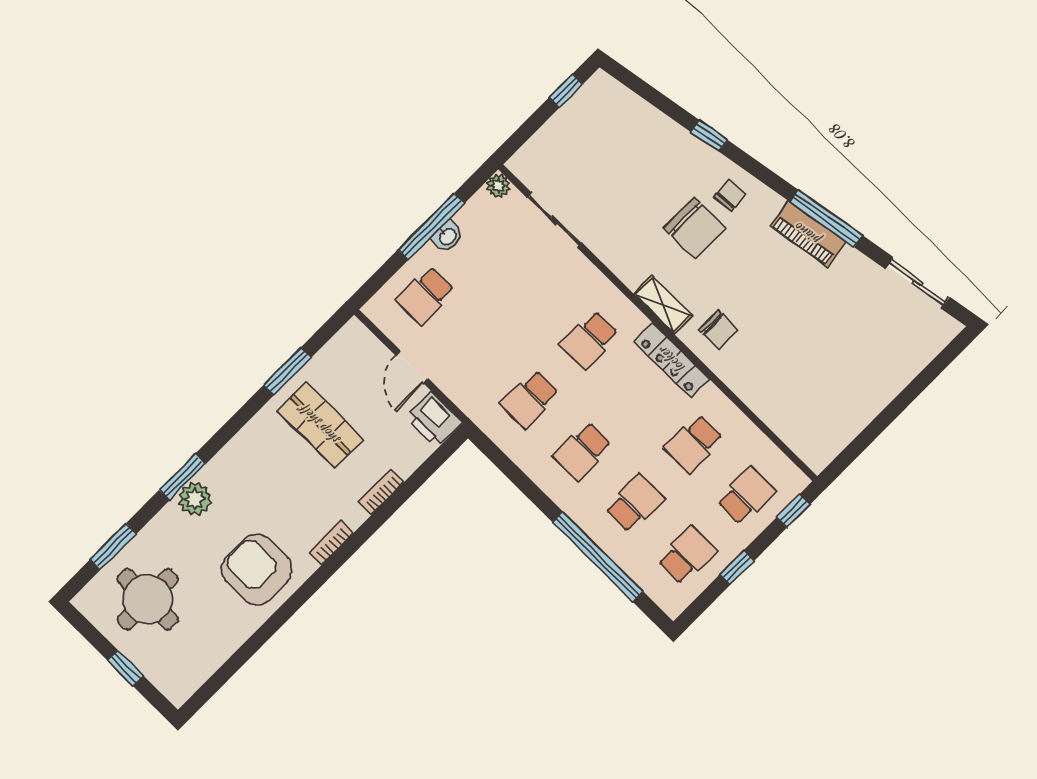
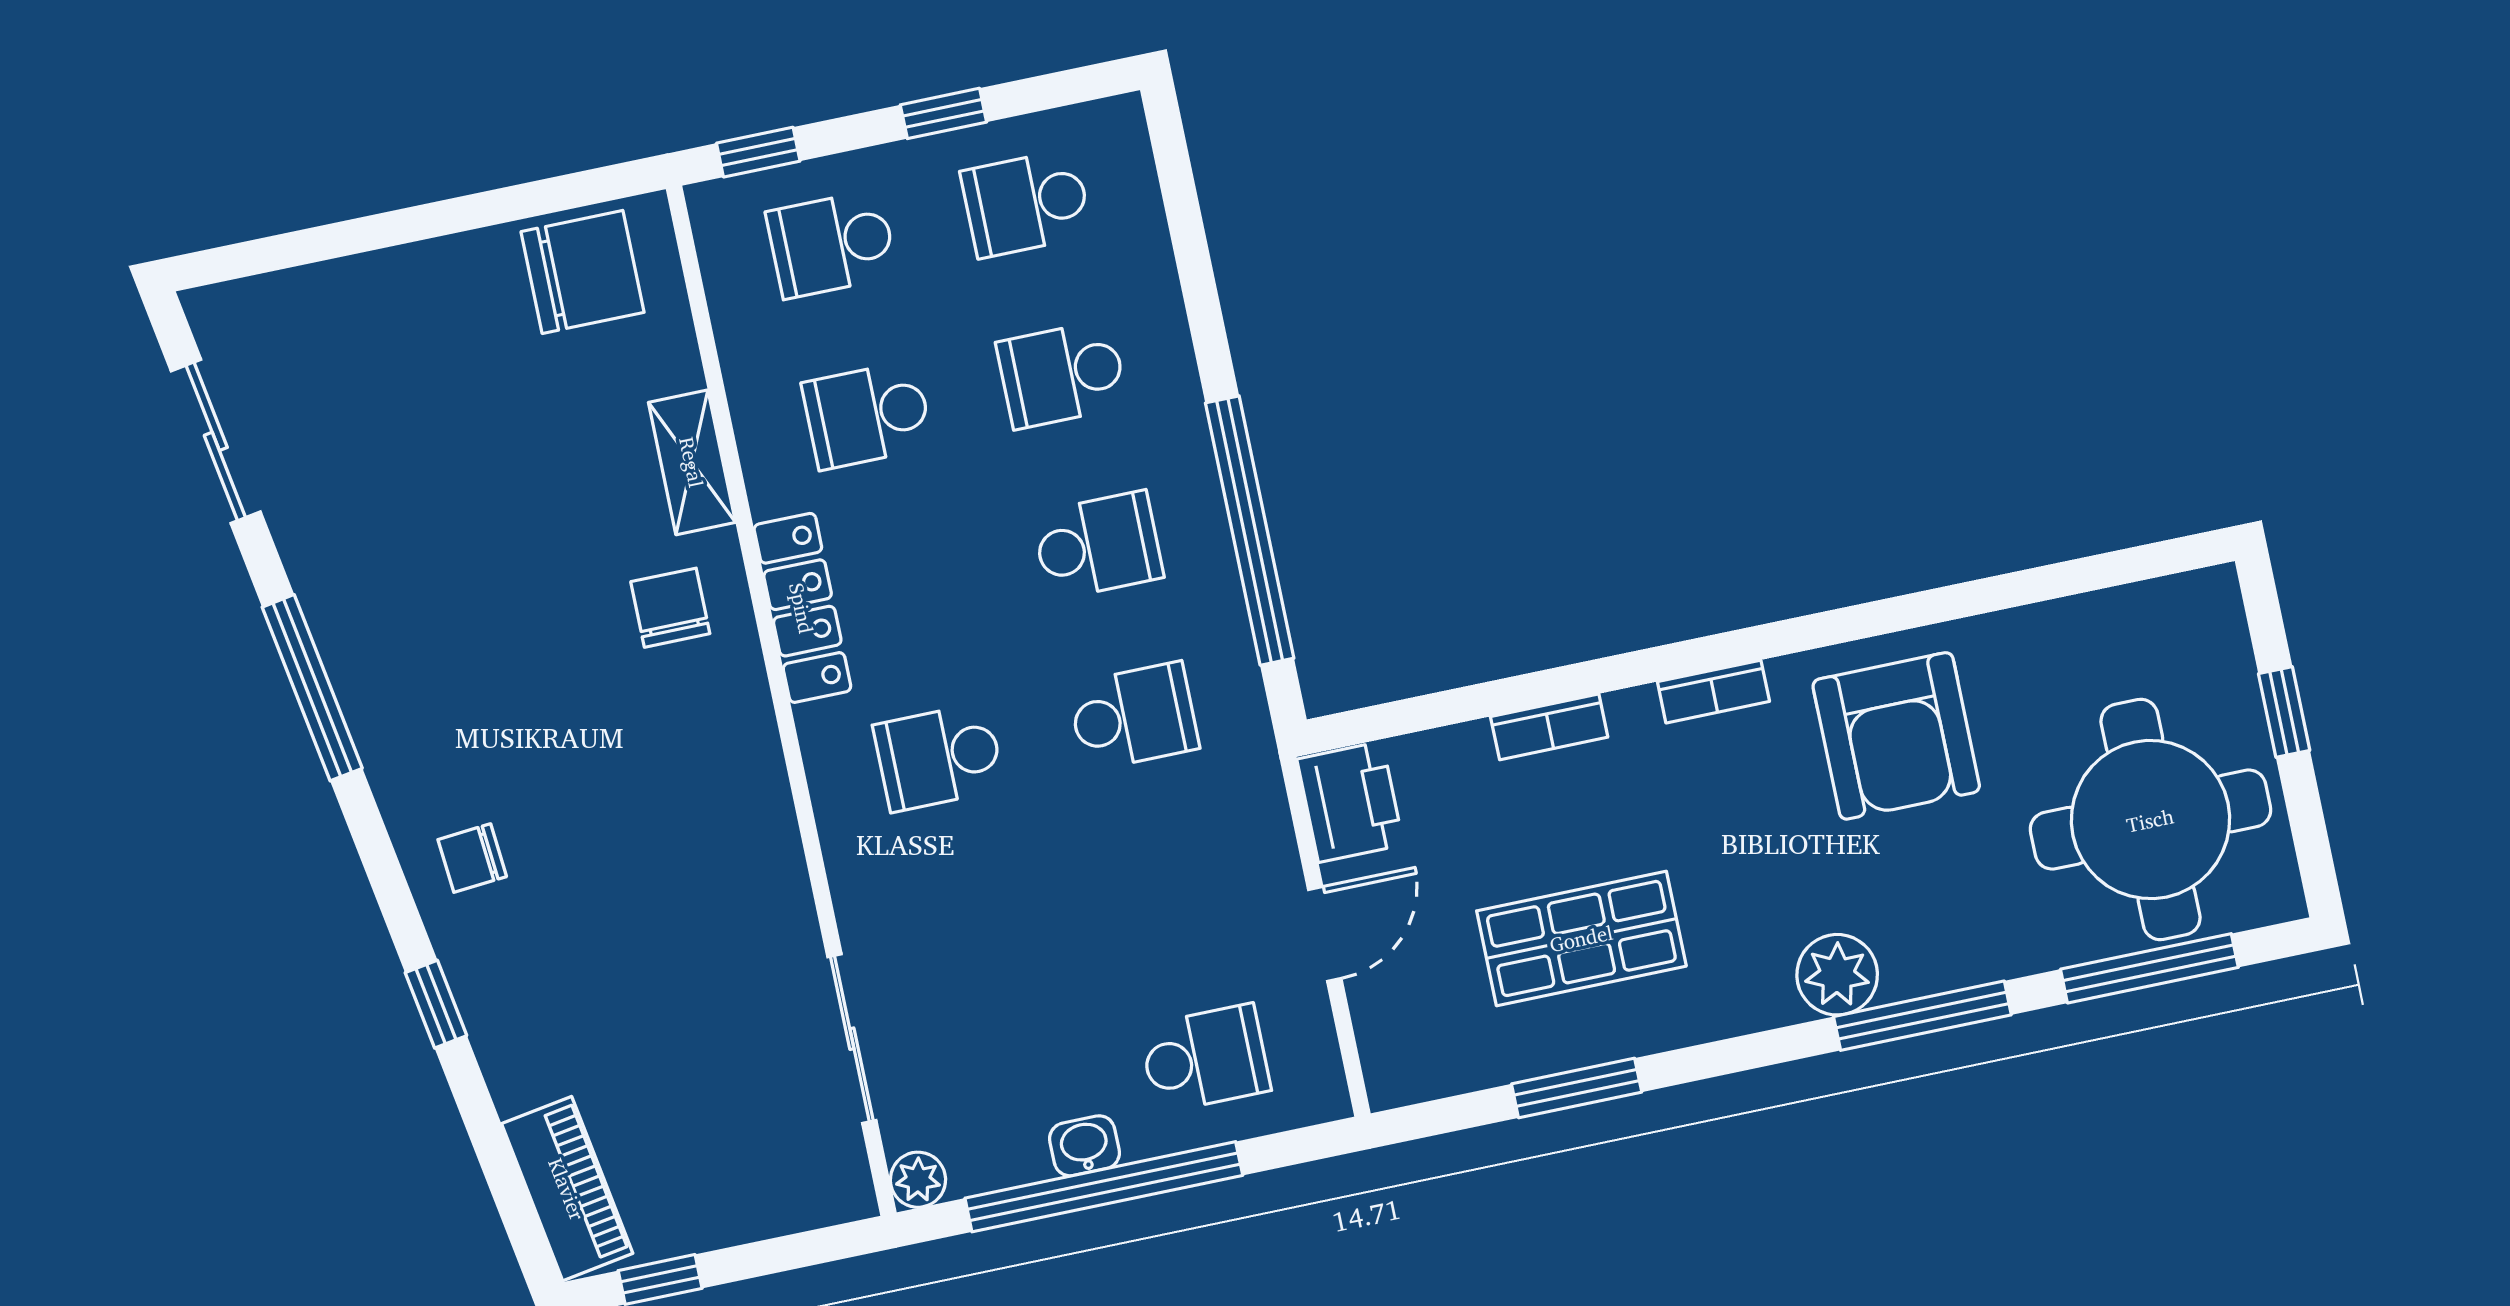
window: (431, 227) -> (1104, 1187), width x1.46
chair: (695, 228) -> (583, 272), moved, turned 90
piano: (808, 234) -> (567, 1189), moved
shelving: (663, 305) -> (692, 462), moved
school desk: (589, 340) -> (939, 757), turned 180
shop shelf: (320, 425) -> (1581, 938), turned 90
school desk: (694, 444) -> (867, 415), turned 180
window: (182, 477) -> (1922, 1016), width x1.44
plant: (195, 499) -> (1837, 975), moved
window: (113, 546) -> (2149, 968), width x1.44
window: (598, 557) -> (1250, 531), moved
round table: (148, 599) -> (2150, 820), width x1.36, depth x1.36

